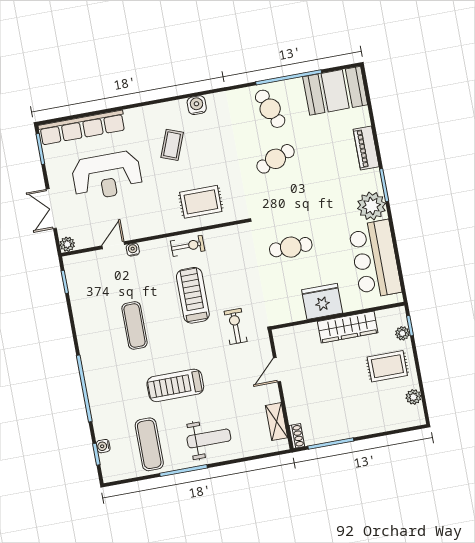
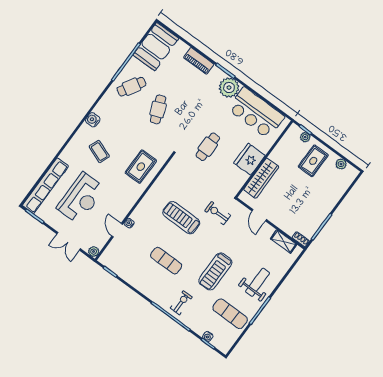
cafe table: (270, 109) -> (132, 87), turned -38
exercise bike: (188, 246) -> (181, 303), moved
wardrobe: (348, 327) -> (261, 178), moved

